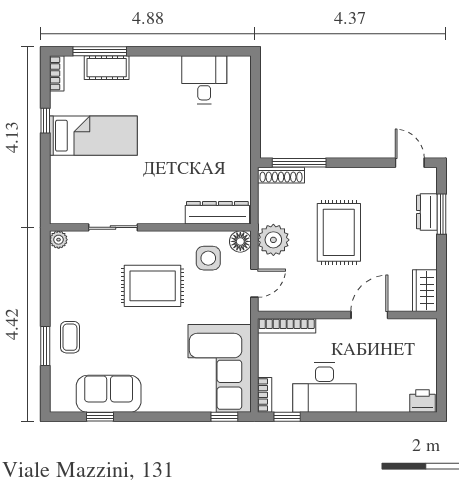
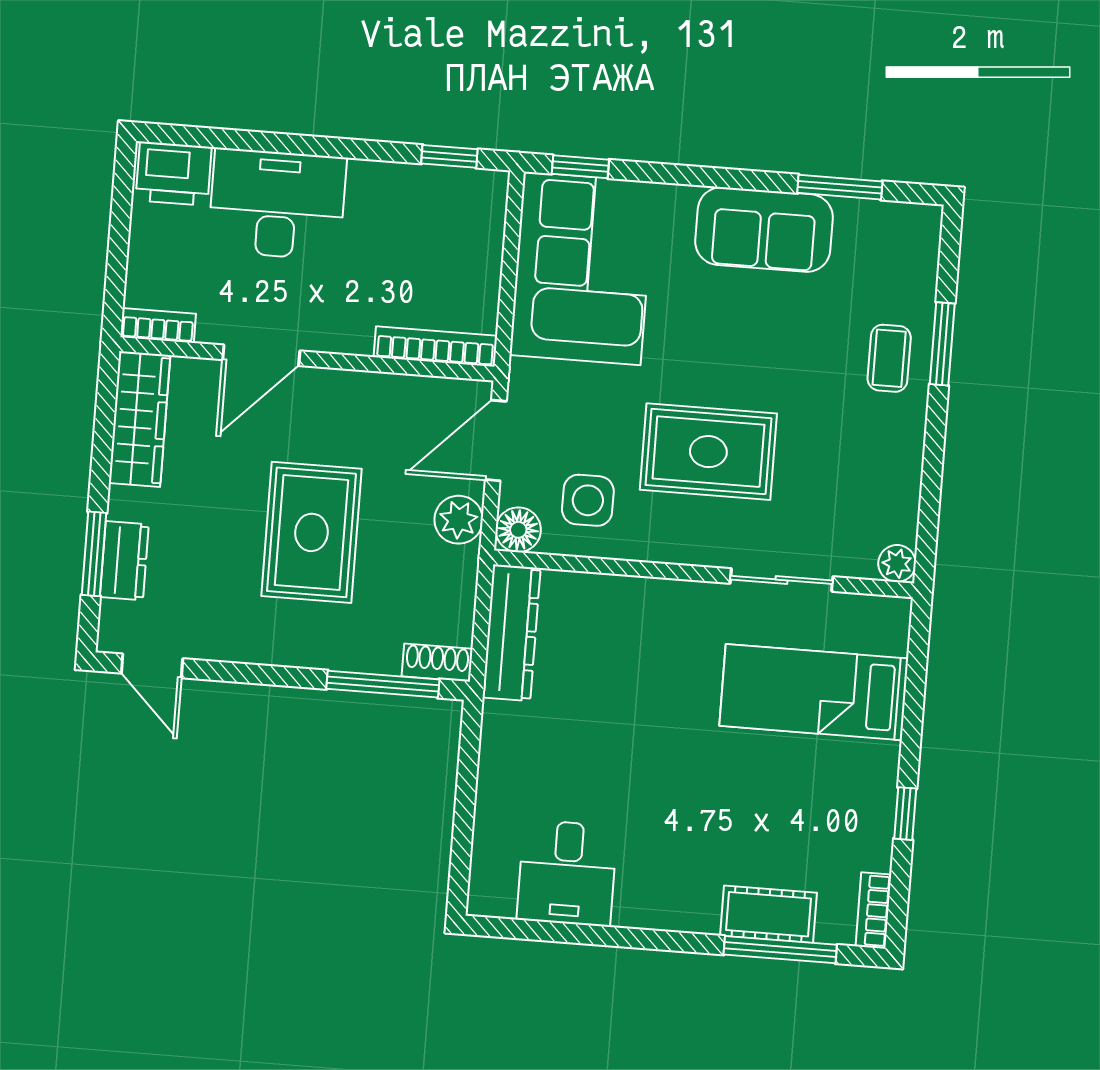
bed: (93, 136) -> (814, 692), moved
shoe rack: (281, 175) -> (437, 663), width x0.70
dresser: (217, 213) -> (512, 633), moved, turned -90
plant: (273, 240) -> (459, 520), width x0.73, depth x0.73
door: (254, 283) -> (496, 441), width x1.38
wardrobe: (425, 291) -> (140, 419), width x1.50
desk: (324, 388) -> (277, 204), moved
sofa: (109, 394) -> (764, 230), moved
bookcase: (265, 395) -> (158, 325), moved, turned 90
printer: (422, 401) -> (174, 174), width x1.36, depth x1.24
window: (100, 417) -> (840, 187), width x1.50

